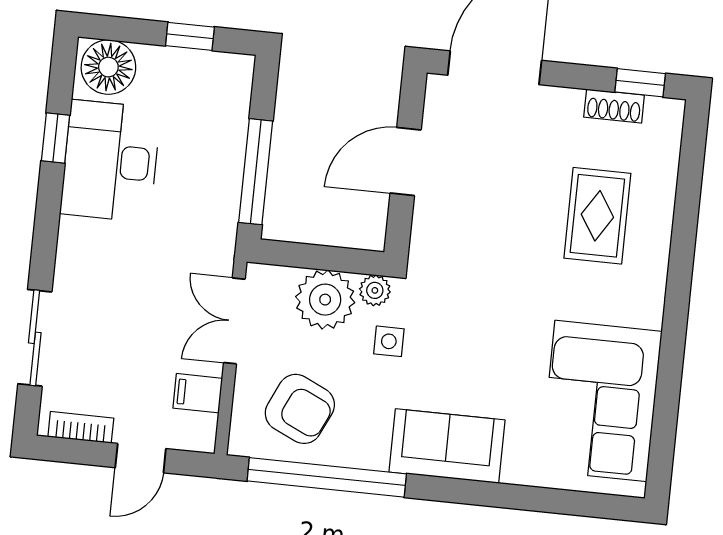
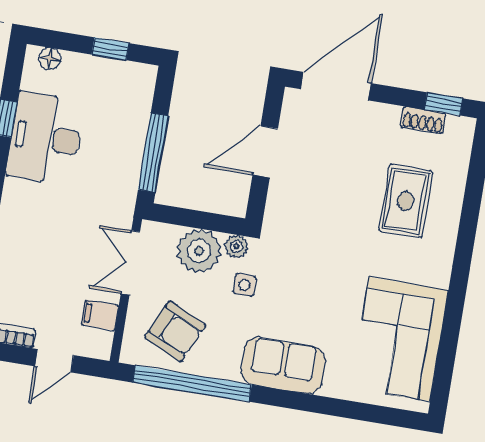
floor lamp: (108, 67) -> (50, 59), width x0.53, depth x0.53

